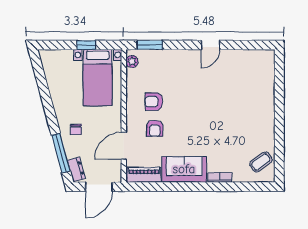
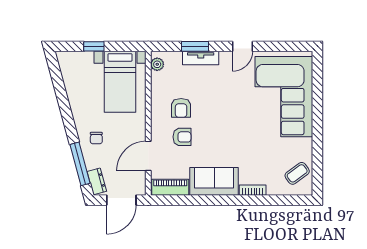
window: (86, 45) -> (94, 46), moved
window: (150, 45) -> (195, 46), moved
tv unit: (172, 56) -> (201, 58), added
corner sofa: (248, 91) -> (284, 97), added
armchair: (154, 102) -> (181, 108), turned -90
armchair: (155, 128) -> (182, 137), turned -90

